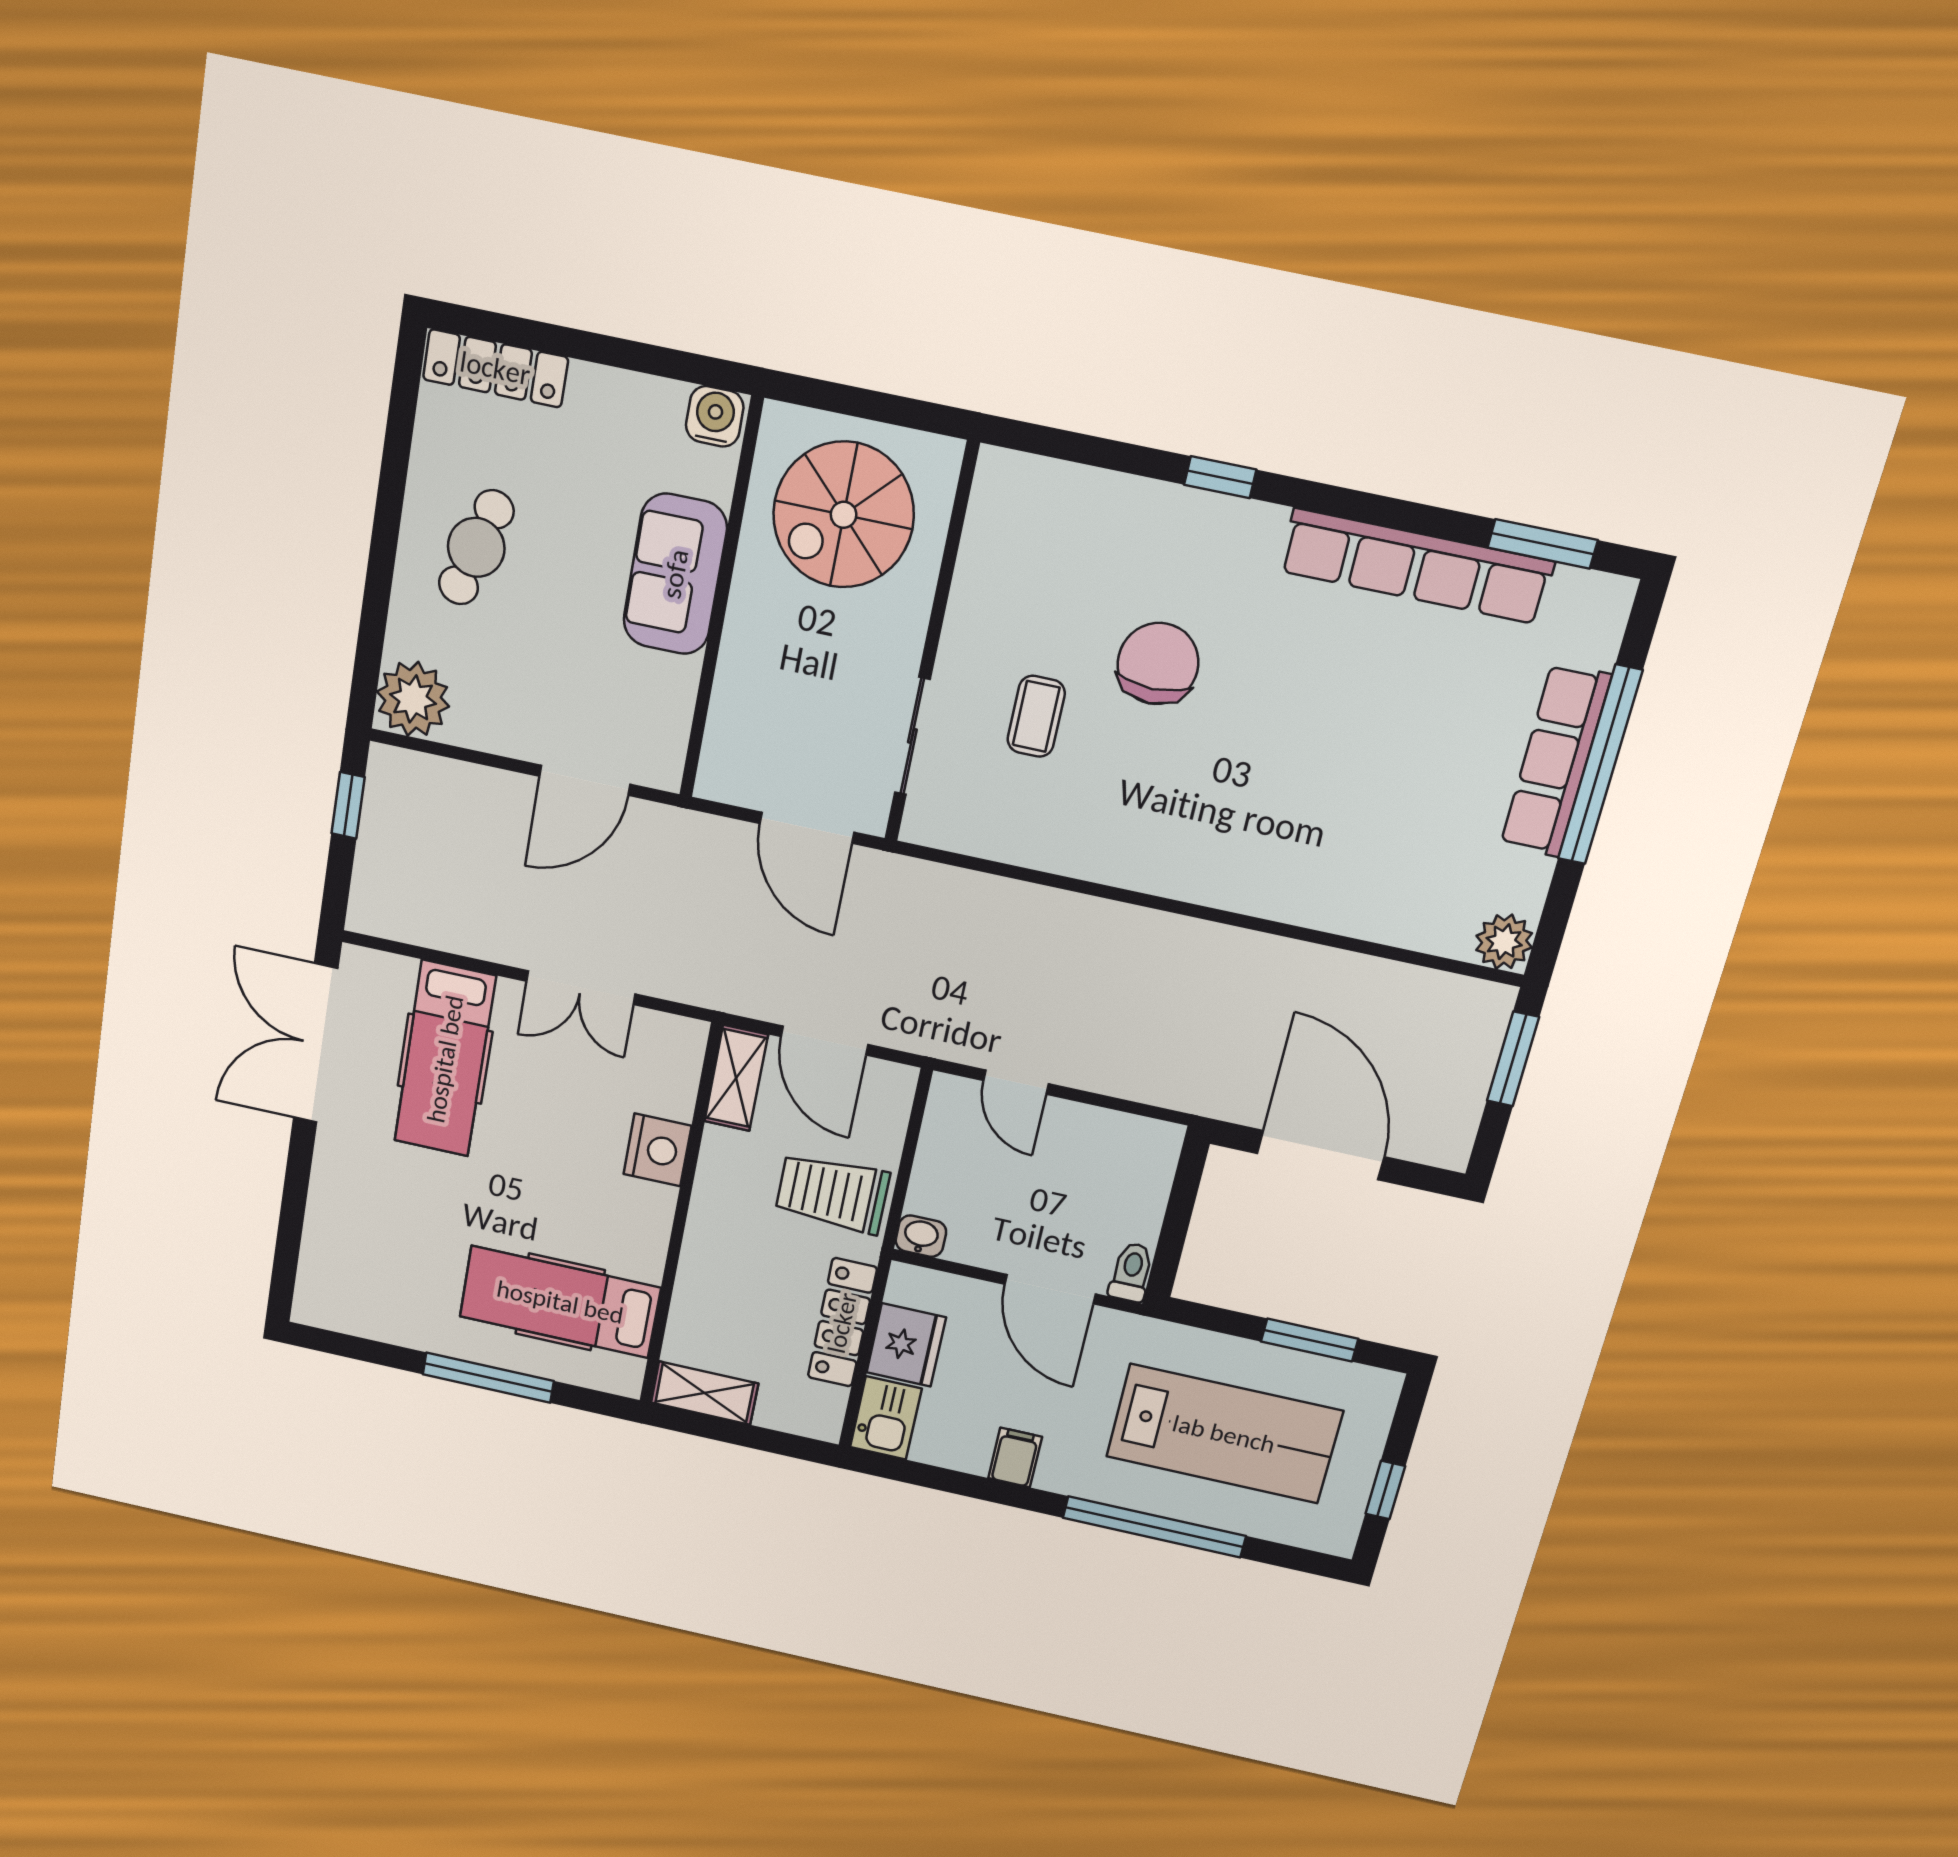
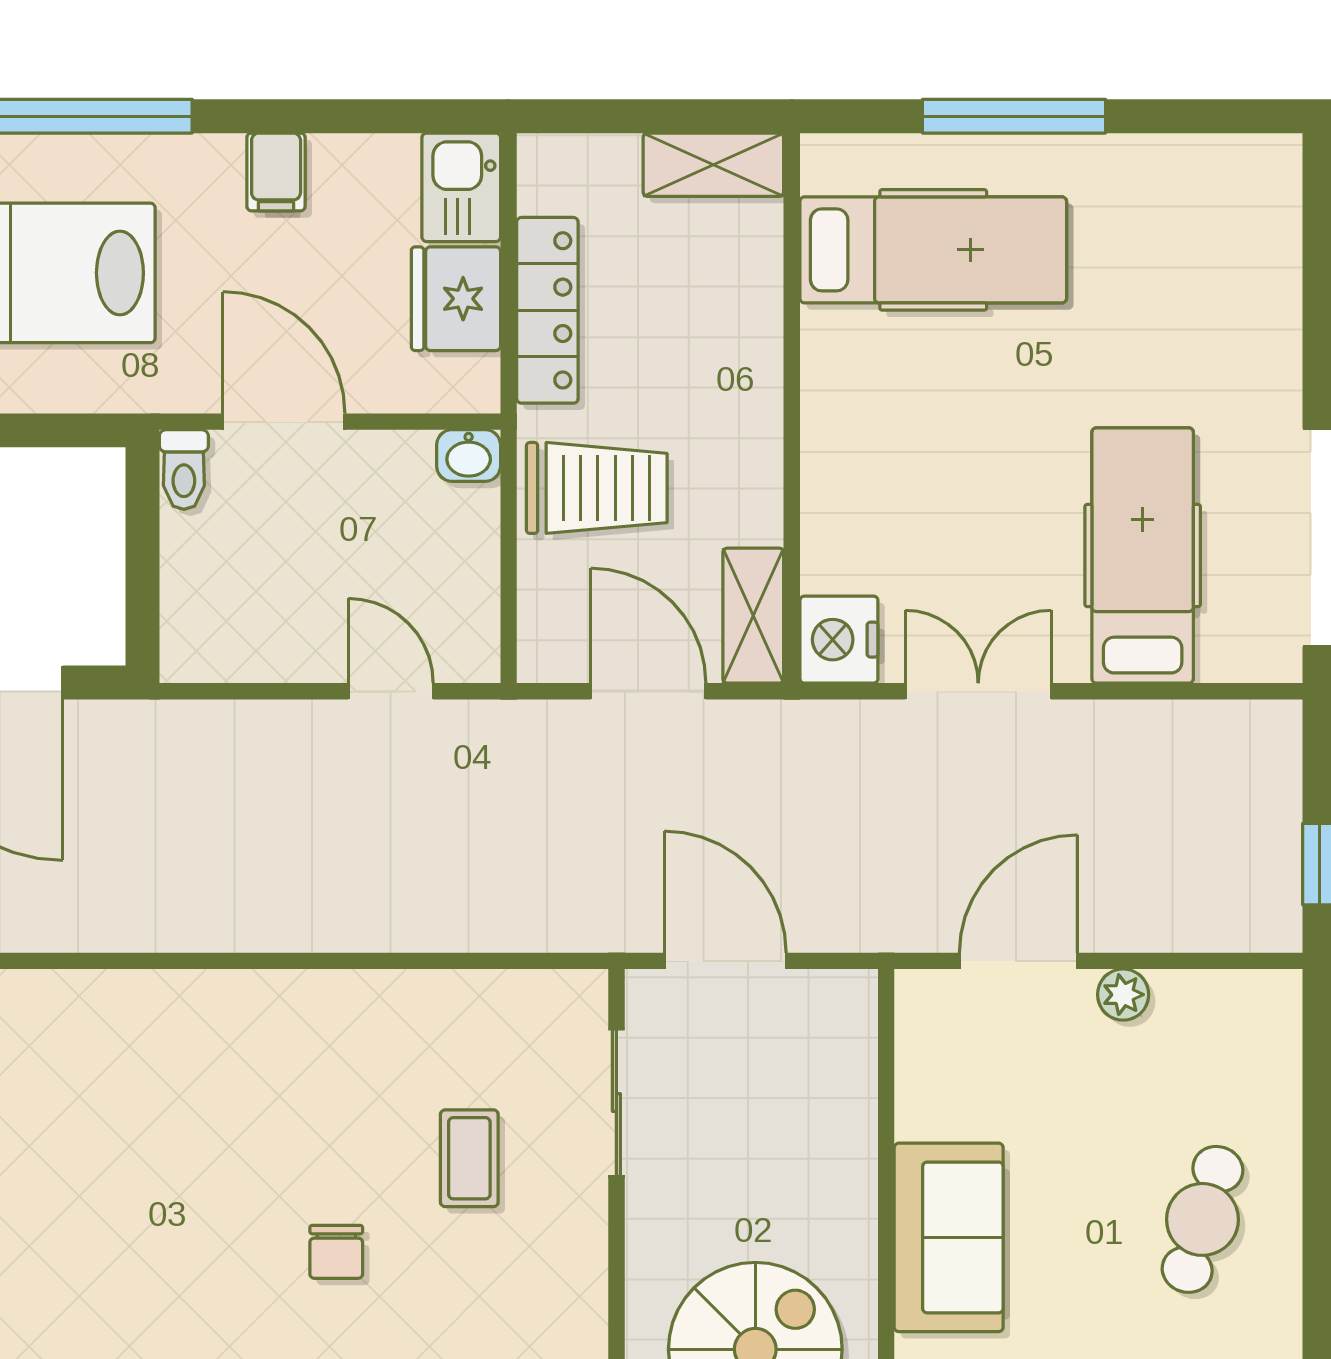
chair: (1158, 664) -> (336, 1252), width x0.54, depth x0.54
plant: (413, 699) -> (1123, 995), moved, width x0.53, depth x0.53
nightstand: (657, 1150) -> (839, 640), moved

